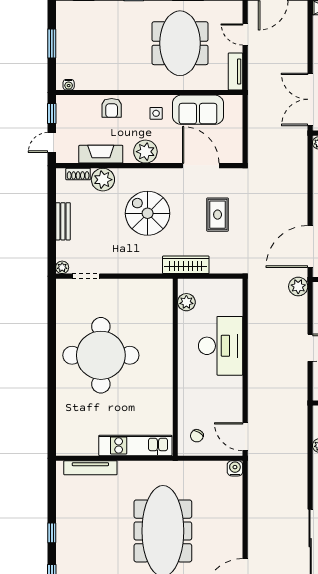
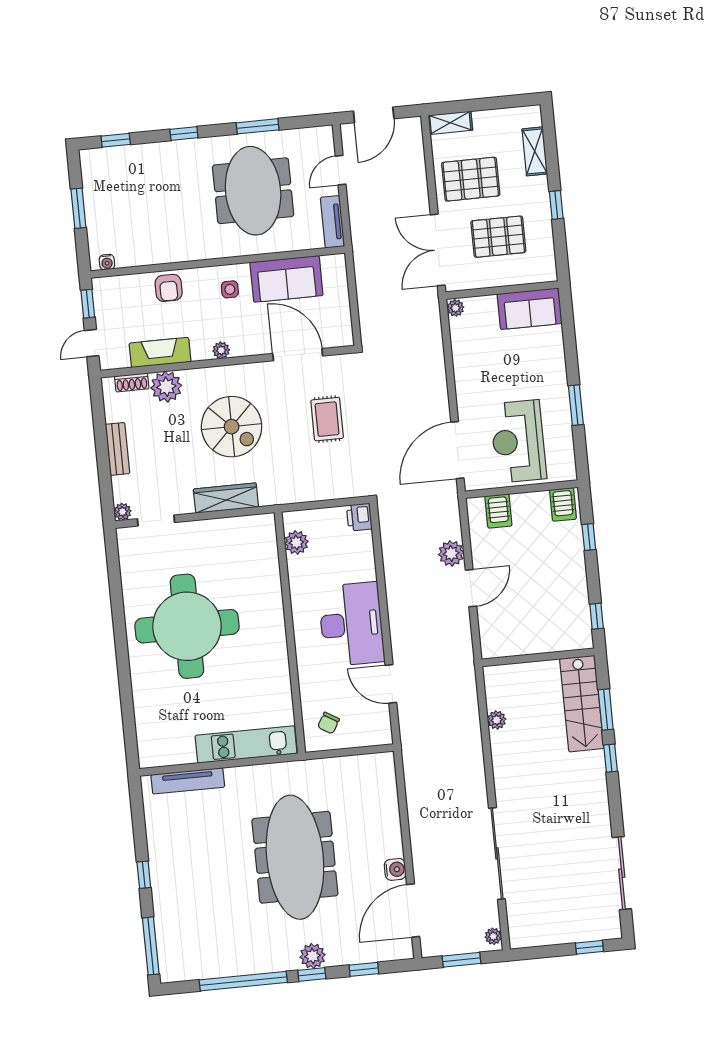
door: (245, 34) -> (341, 170), hinge flipped
plant: (145, 152) -> (221, 350), width x0.53, depth x0.53
spiral stairs: (148, 213) -> (232, 427), turned 180
wardrobe: (186, 265) -> (226, 498), moved
plant: (298, 287) -> (451, 553), moved
printer: (234, 288) -> (359, 517), added
desk: (221, 346) -> (351, 624), moved
door: (245, 437) -> (391, 684), moved
water cooler: (235, 468) -> (395, 869), moved, turned 90

